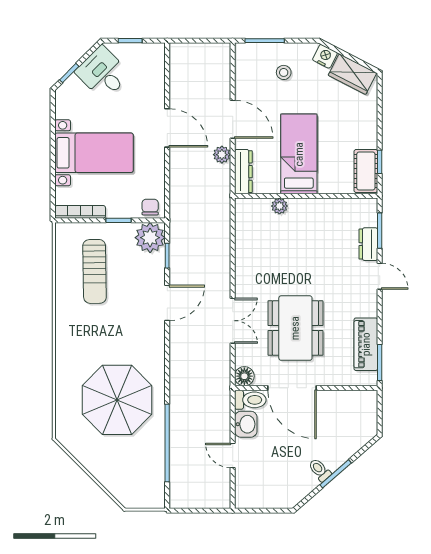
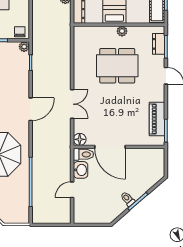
plant: (279, 206) -> (122, 31), moved
plant: (150, 238) -> (24, 47), width x0.53, depth x0.53
dresser: (368, 244) -> (159, 44), moved
door: (167, 303) -> (31, 109), moved
dining table: (295, 328) -> (117, 66), moved, turned 90
door: (233, 455) -> (72, 190), hinge flipped

